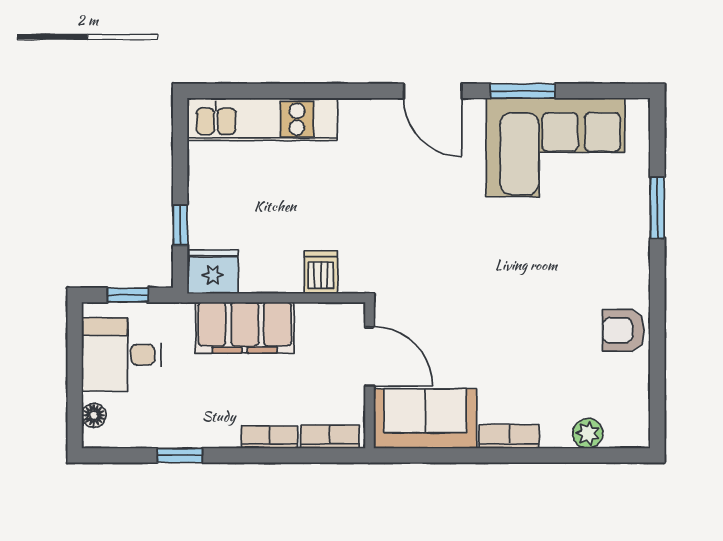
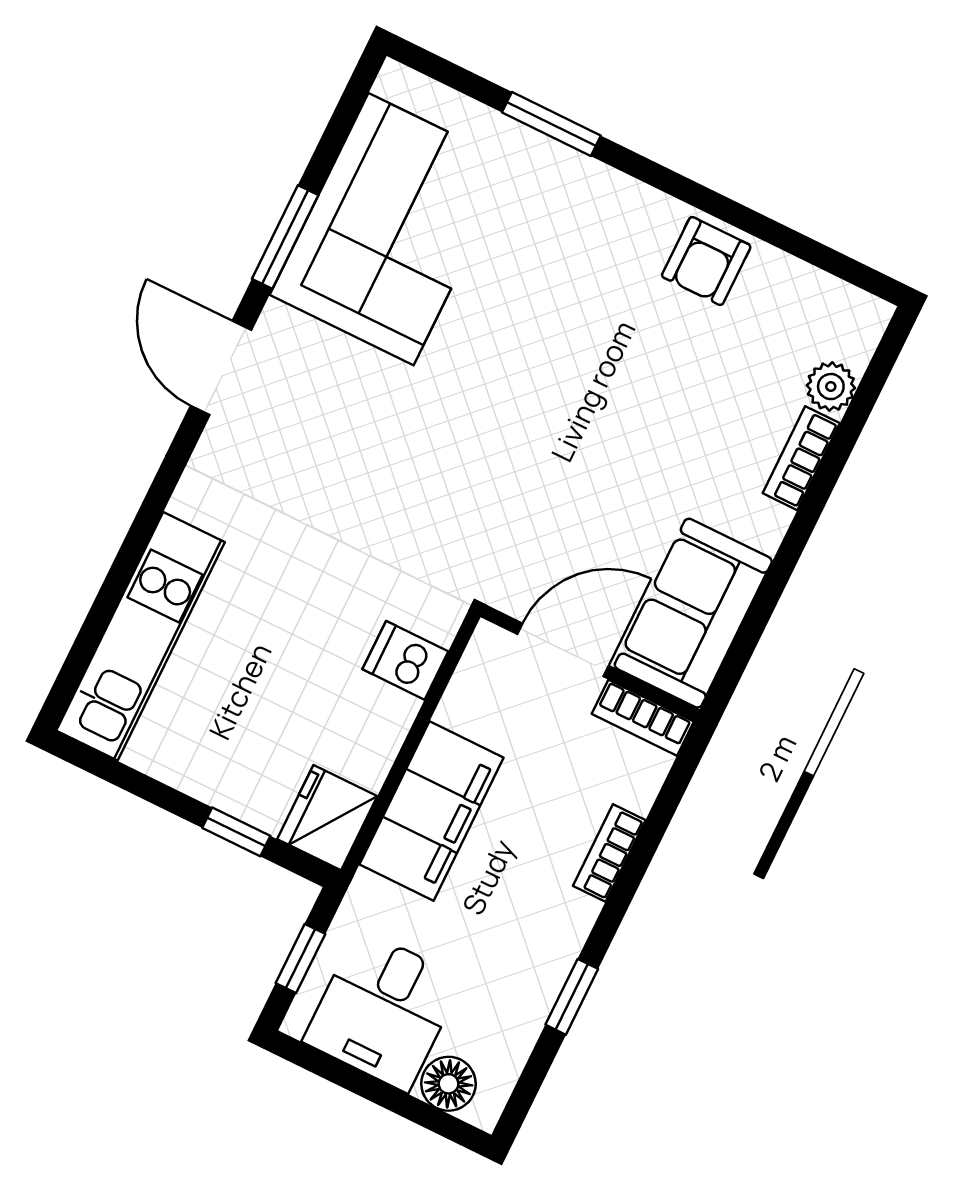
door: (433, 91) -> (221, 368), swing flipped
floor lamp: (94, 415) -> (449, 1084), width x1.37, depth x1.37
bookcase: (509, 436) -> (801, 458), moved
bookcase: (330, 437) -> (643, 718), moved, turned -90

